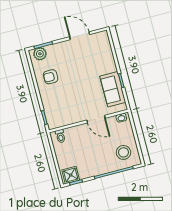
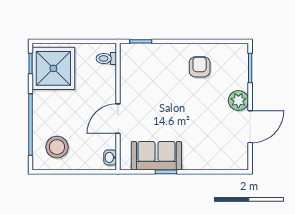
plant: (40, 54) -> (238, 100), moved
shower: (71, 175) -> (53, 68), width x1.86, depth x1.86

